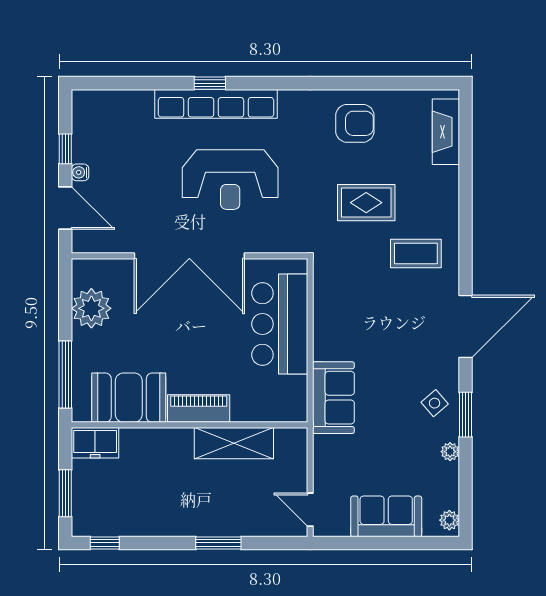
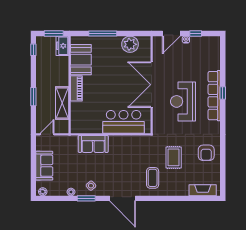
booth: (129, 398) -> (81, 60), moved
piano: (199, 409) -> (76, 88), moved
wall: (190, 425) -> (70, 85), moved
freezer: (95, 443) -> (62, 46), moved
shelving: (234, 443) -> (62, 103), moved

